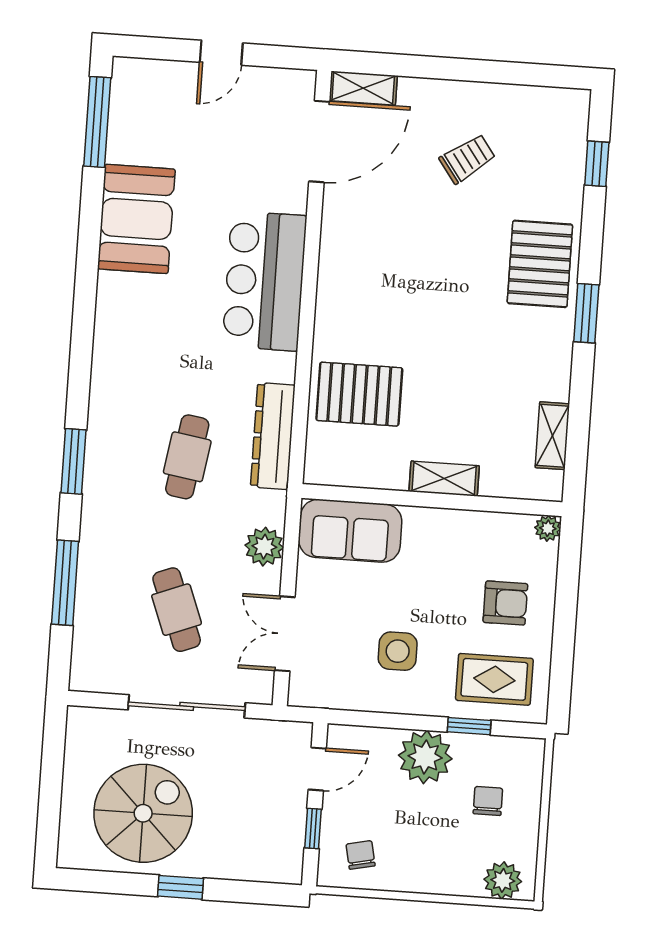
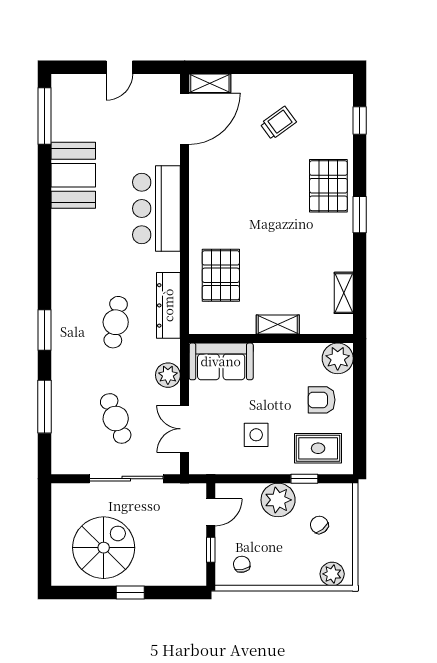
pallet: (359, 394) -> (221, 275), turned 90
plant: (548, 528) -> (338, 358), width x1.88, depth x1.88
armchair: (505, 603) -> (322, 400), turned 180
chair: (488, 801) -> (319, 525), turned -39

